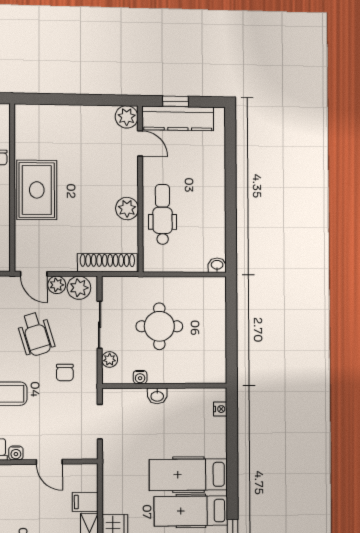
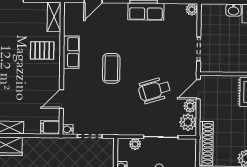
chair: (65, 373) -> (126, 111), removed
water cooler: (16, 453) -> (68, 129), moved
filing cabinet: (85, 502) -> (50, 127), moved, turned -90

